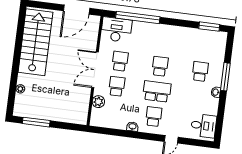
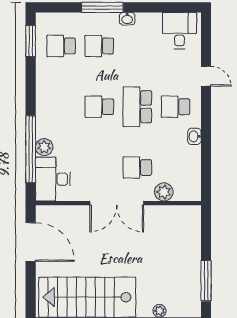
plant: (138, 27) -> (44, 147), added
school desk: (120, 61) -> (61, 46), moved

